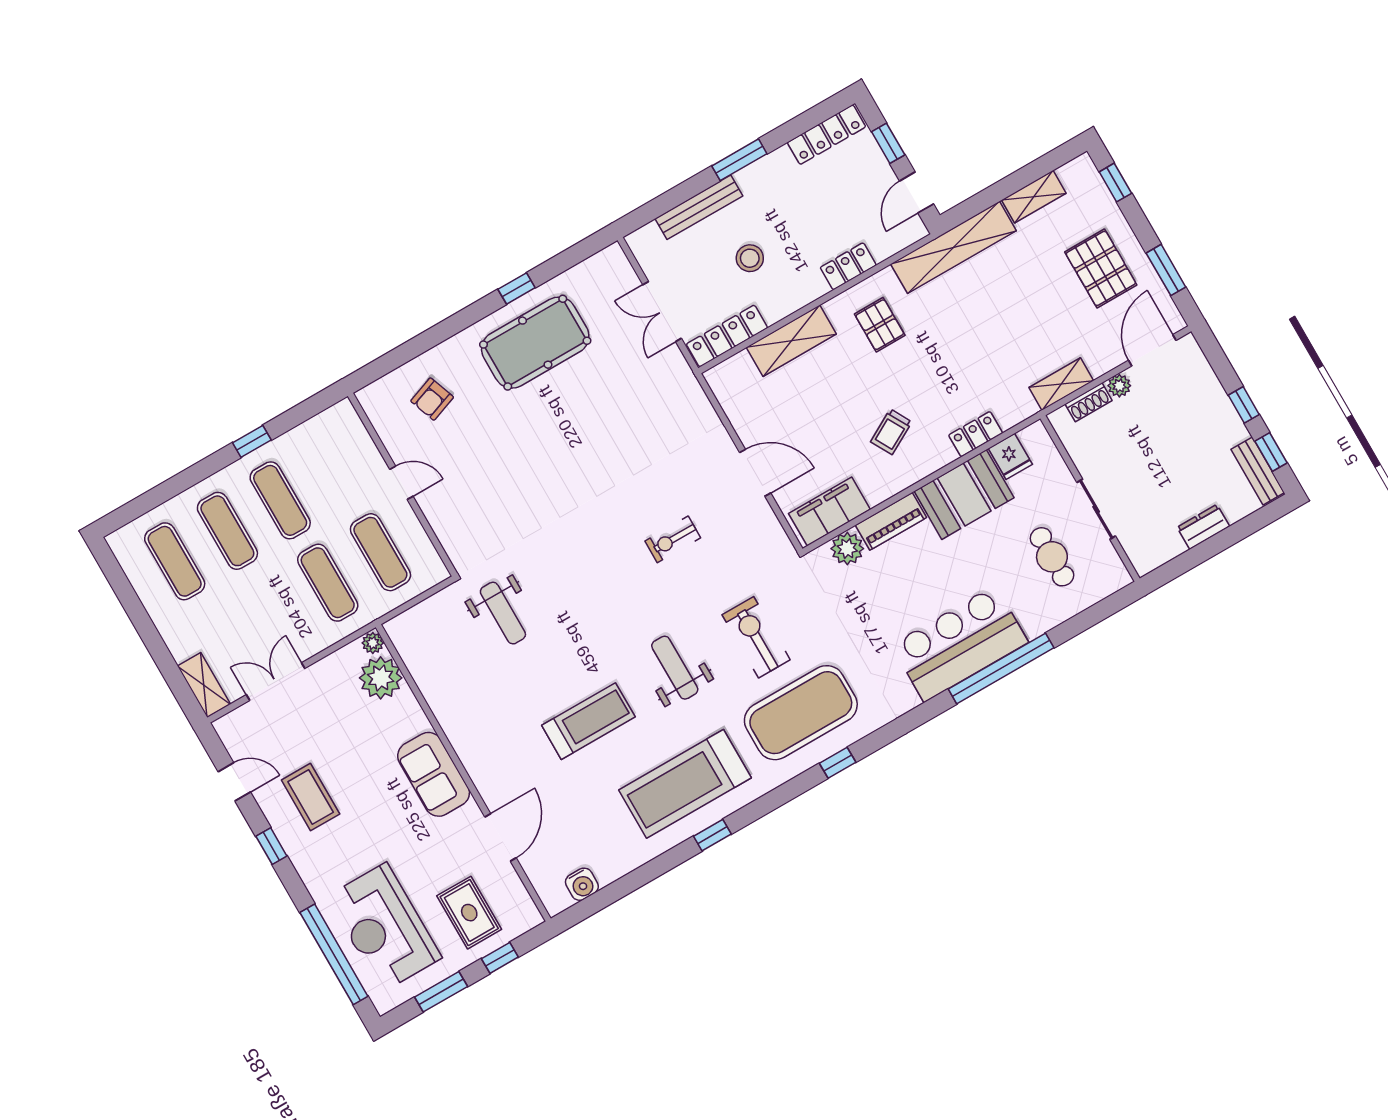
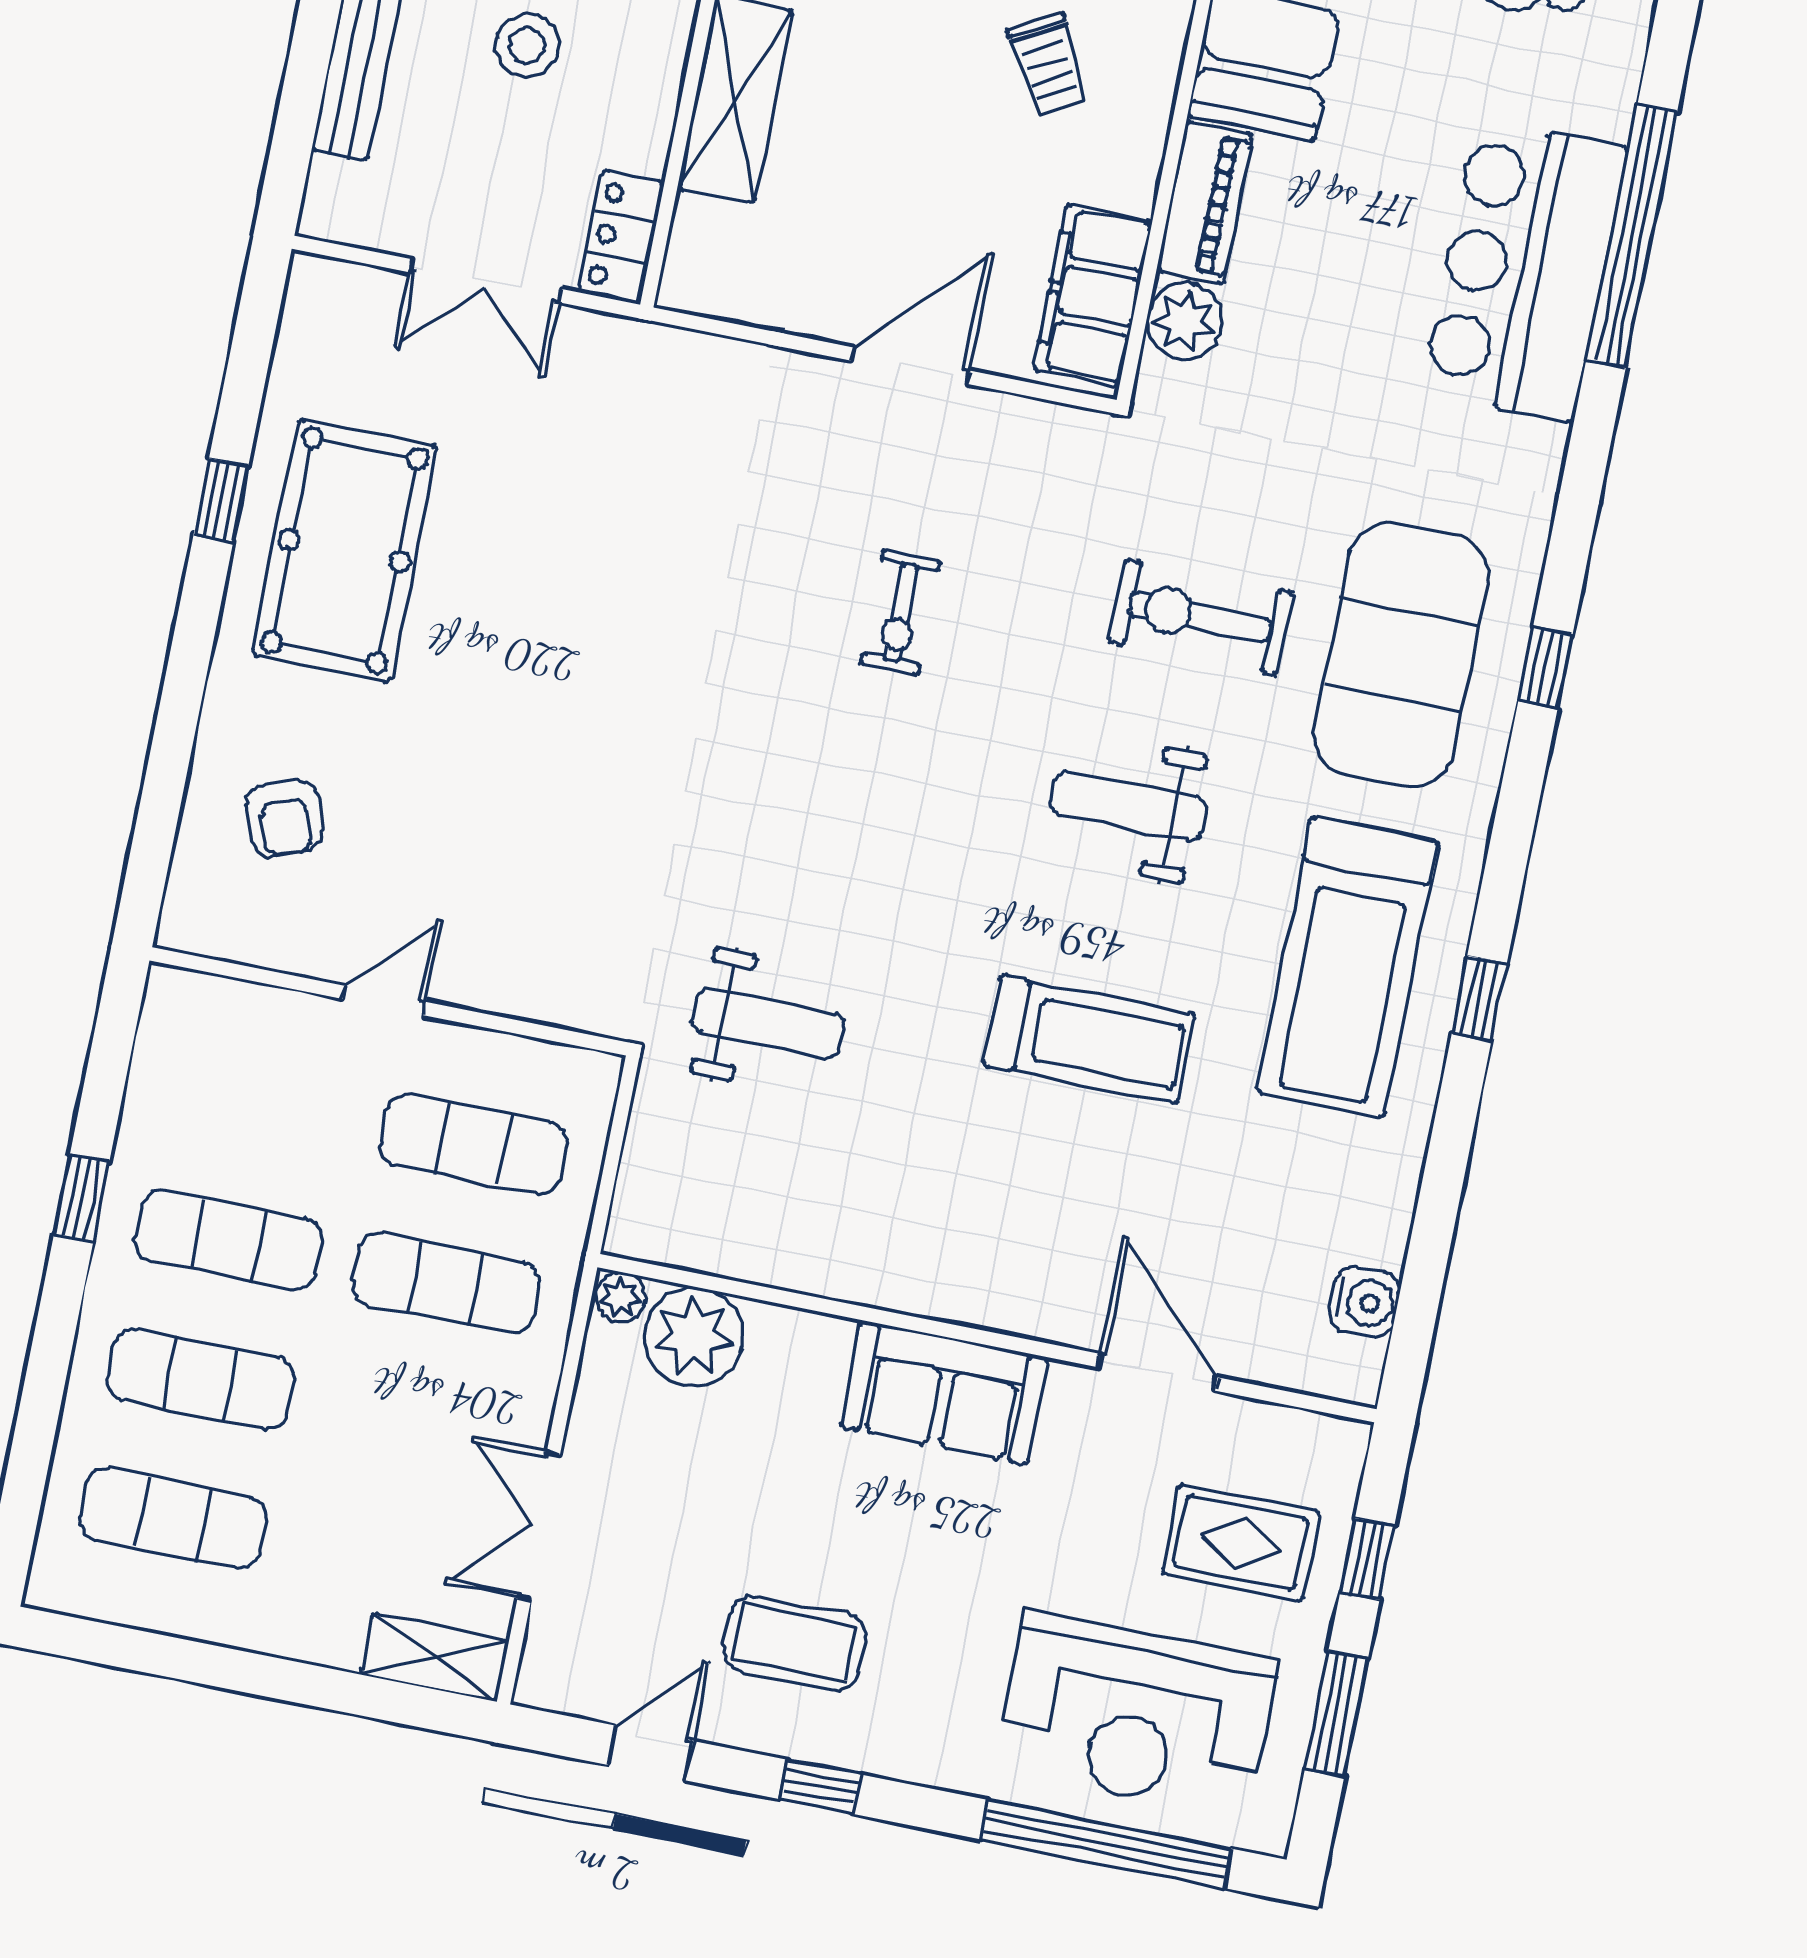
locker: (727, 336) -> (621, 237), width x0.66
treadmill: (588, 721) -> (1089, 1040), turned 90

